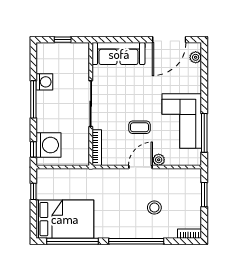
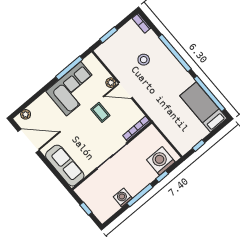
window: (33, 149) -> (162, 176), moved
bed: (65, 219) -> (203, 107), width x0.67

